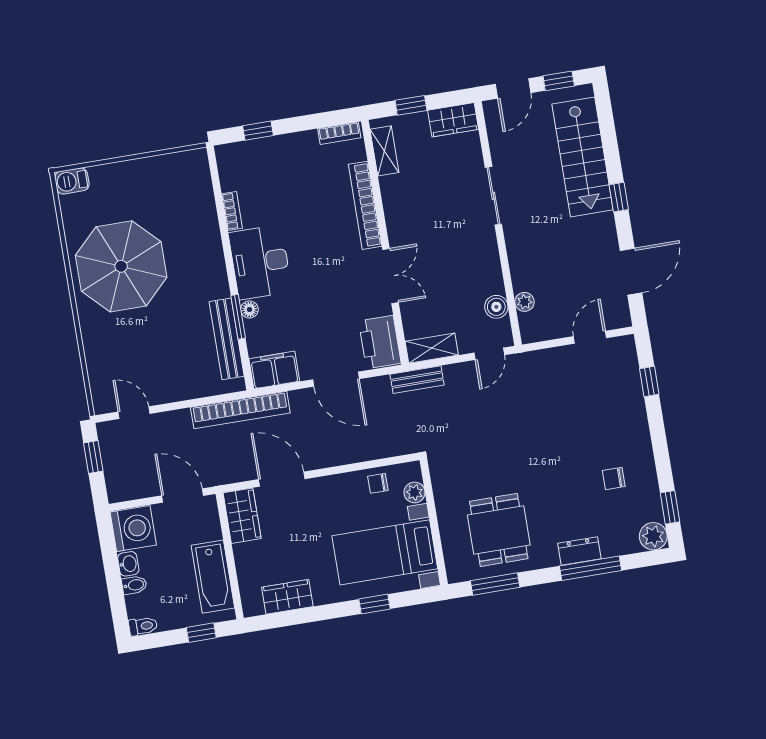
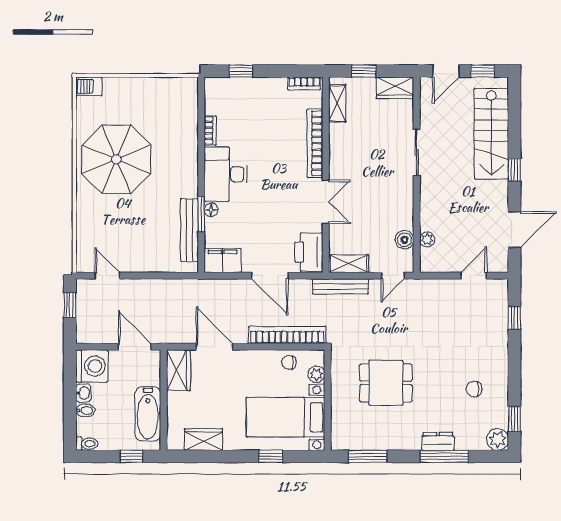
bench: (417, 380) -> (340, 286), width x1.36
bookcase: (240, 410) -> (287, 335), moved, turned 180
dining table: (499, 530) -> (386, 383), moved, turned 90

